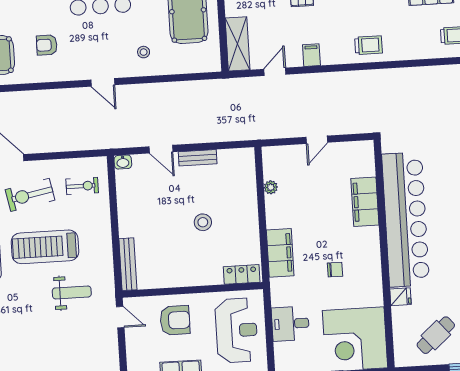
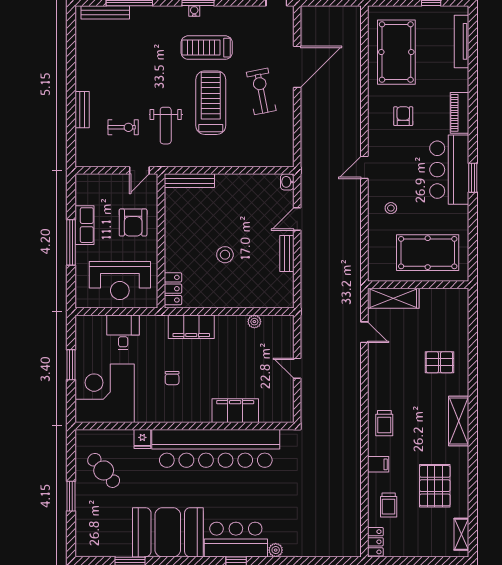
filing cabinet: (311, 55) -> (378, 464), moved
exercise bike: (82, 186) -> (123, 127), moved, turned -90

